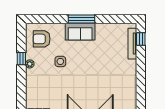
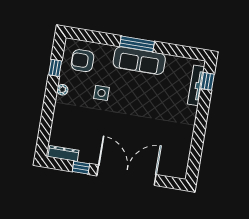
sofa: (80, 32) -> (139, 61), width x1.36
window: (21, 59) -> (55, 68), moved

